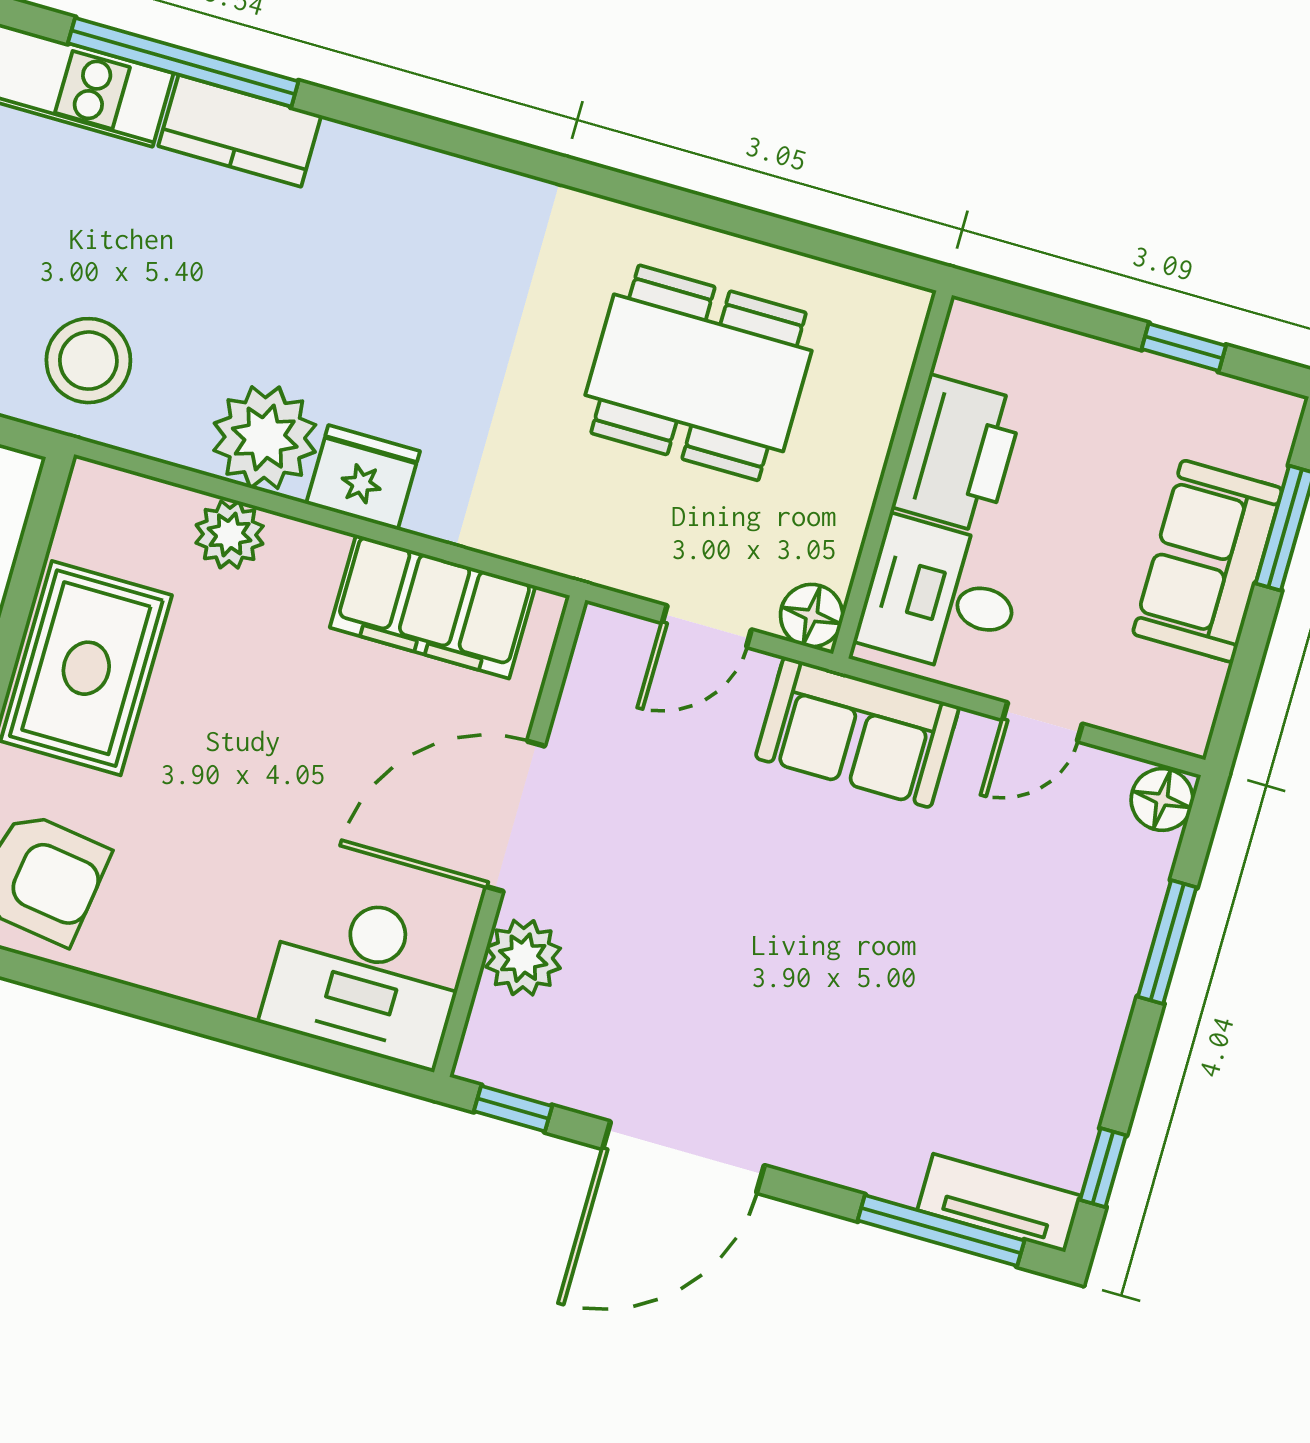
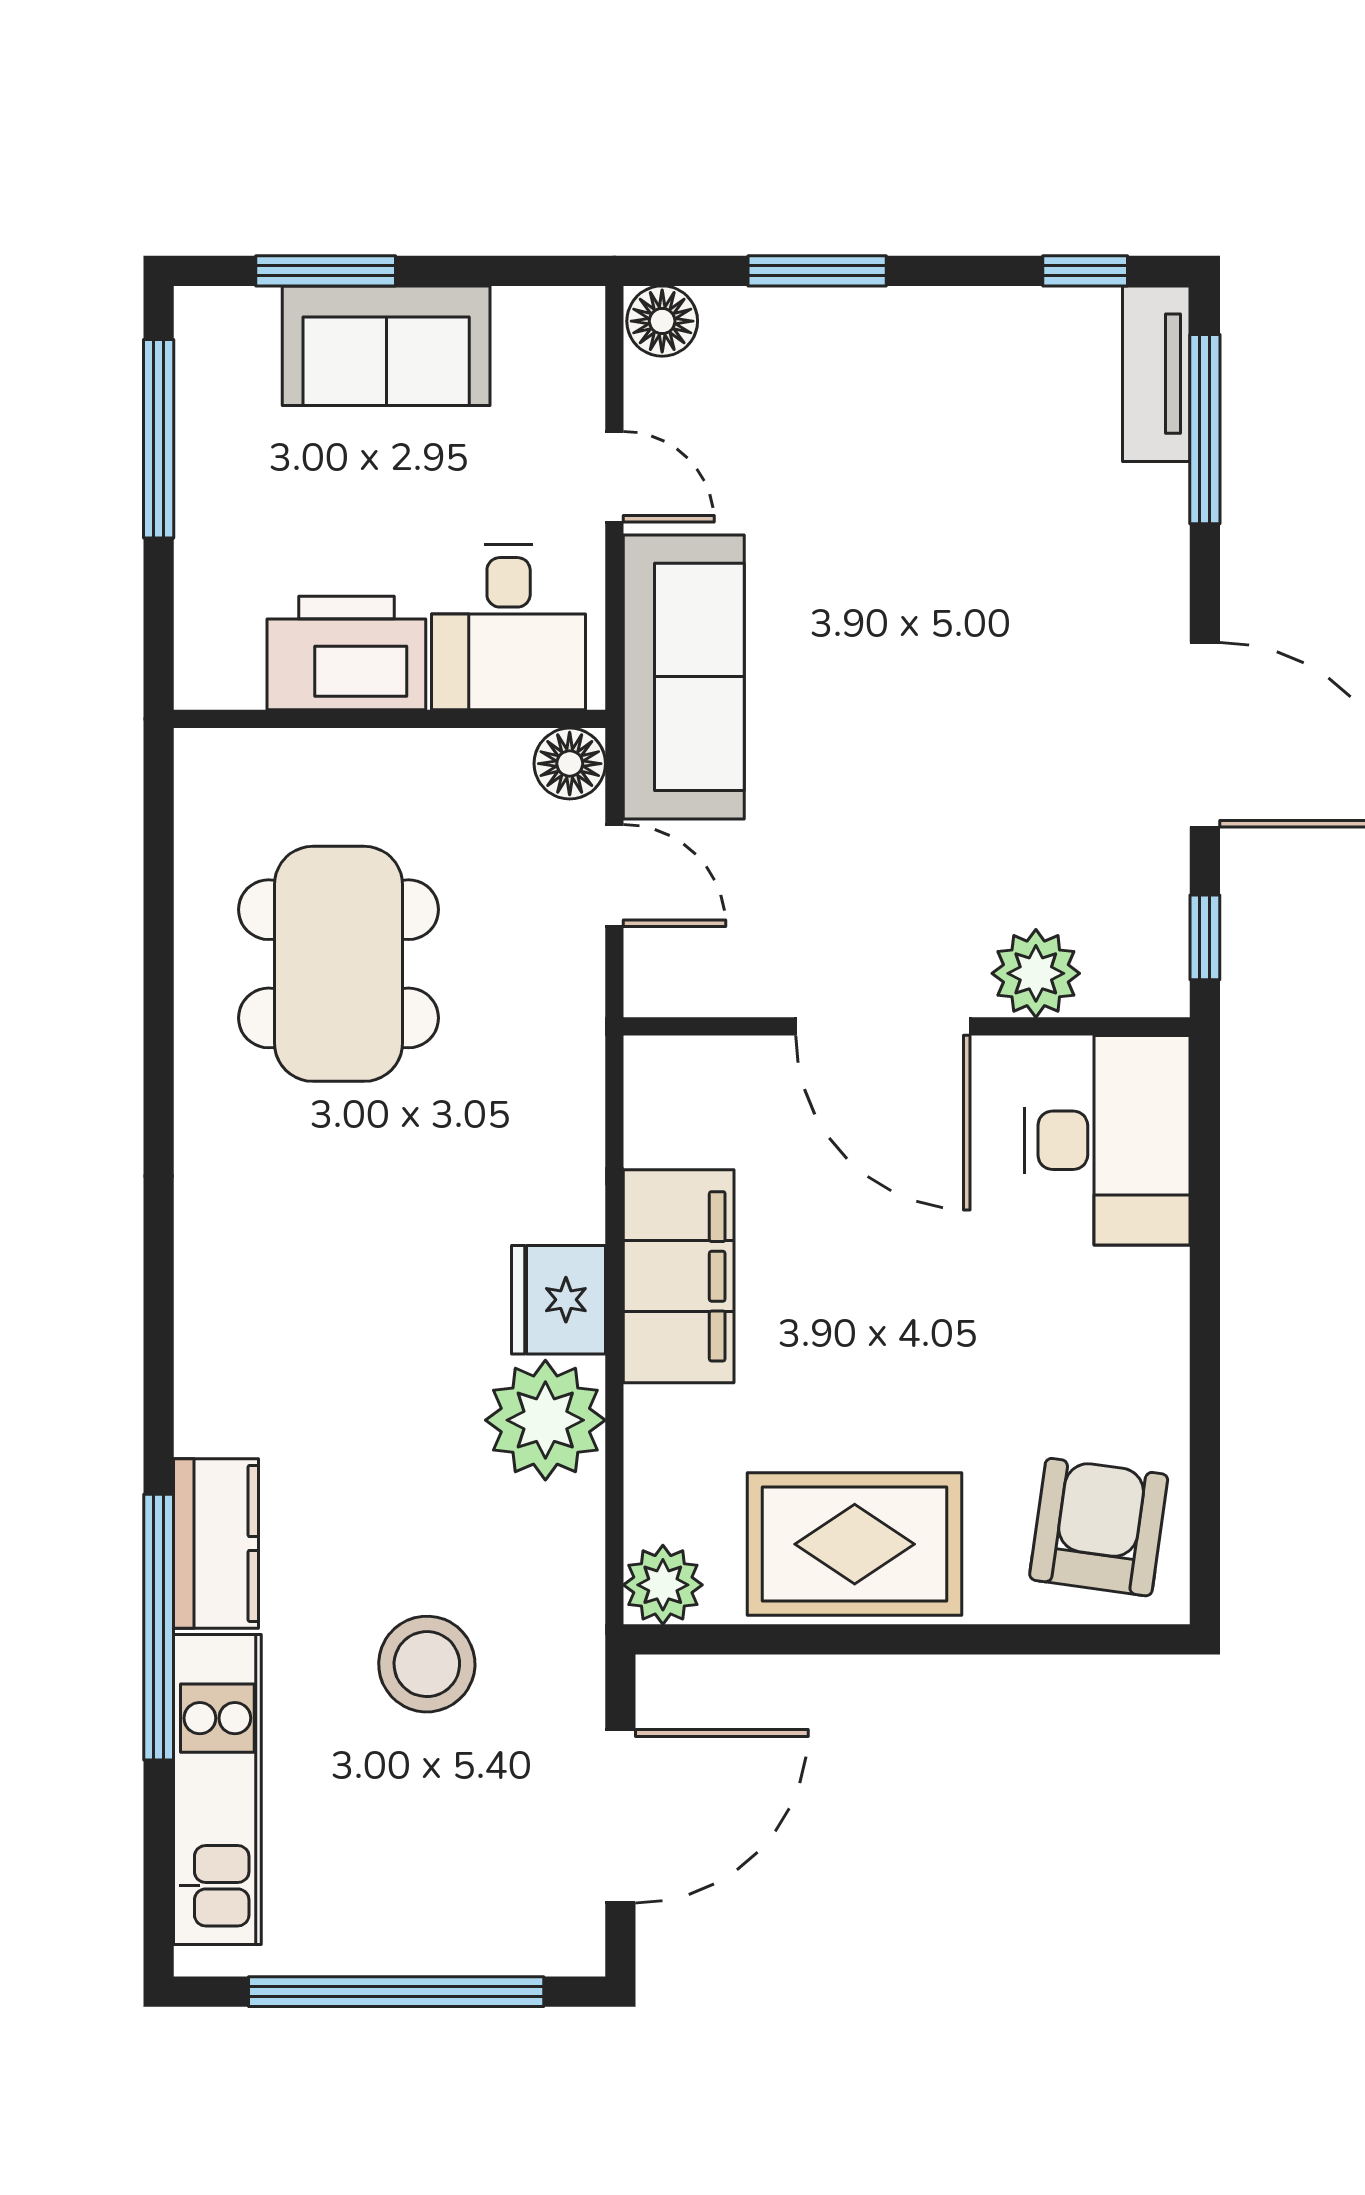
window: (1184, 347) -> (159, 439), width x2.17
stool: (88, 361) -> (427, 1664), moved
plant: (230, 534) -> (663, 1585), moved
filing cabinet: (433, 607) -> (679, 1276), moved
sofa: (857, 732) -> (684, 677), width x1.36

